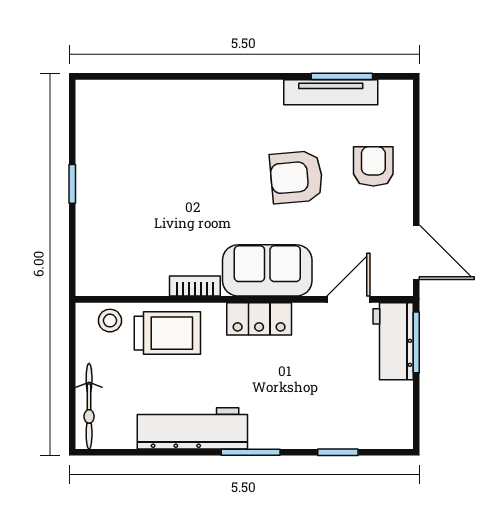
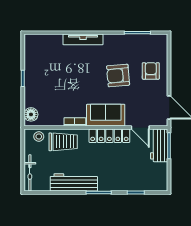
tv unit: (331, 92) -> (83, 39), moved
floor lamp: (92, 269) -> (31, 114), added
door: (348, 299) -> (140, 127), swing flipped
locker: (259, 319) -> (109, 136), width x1.53

